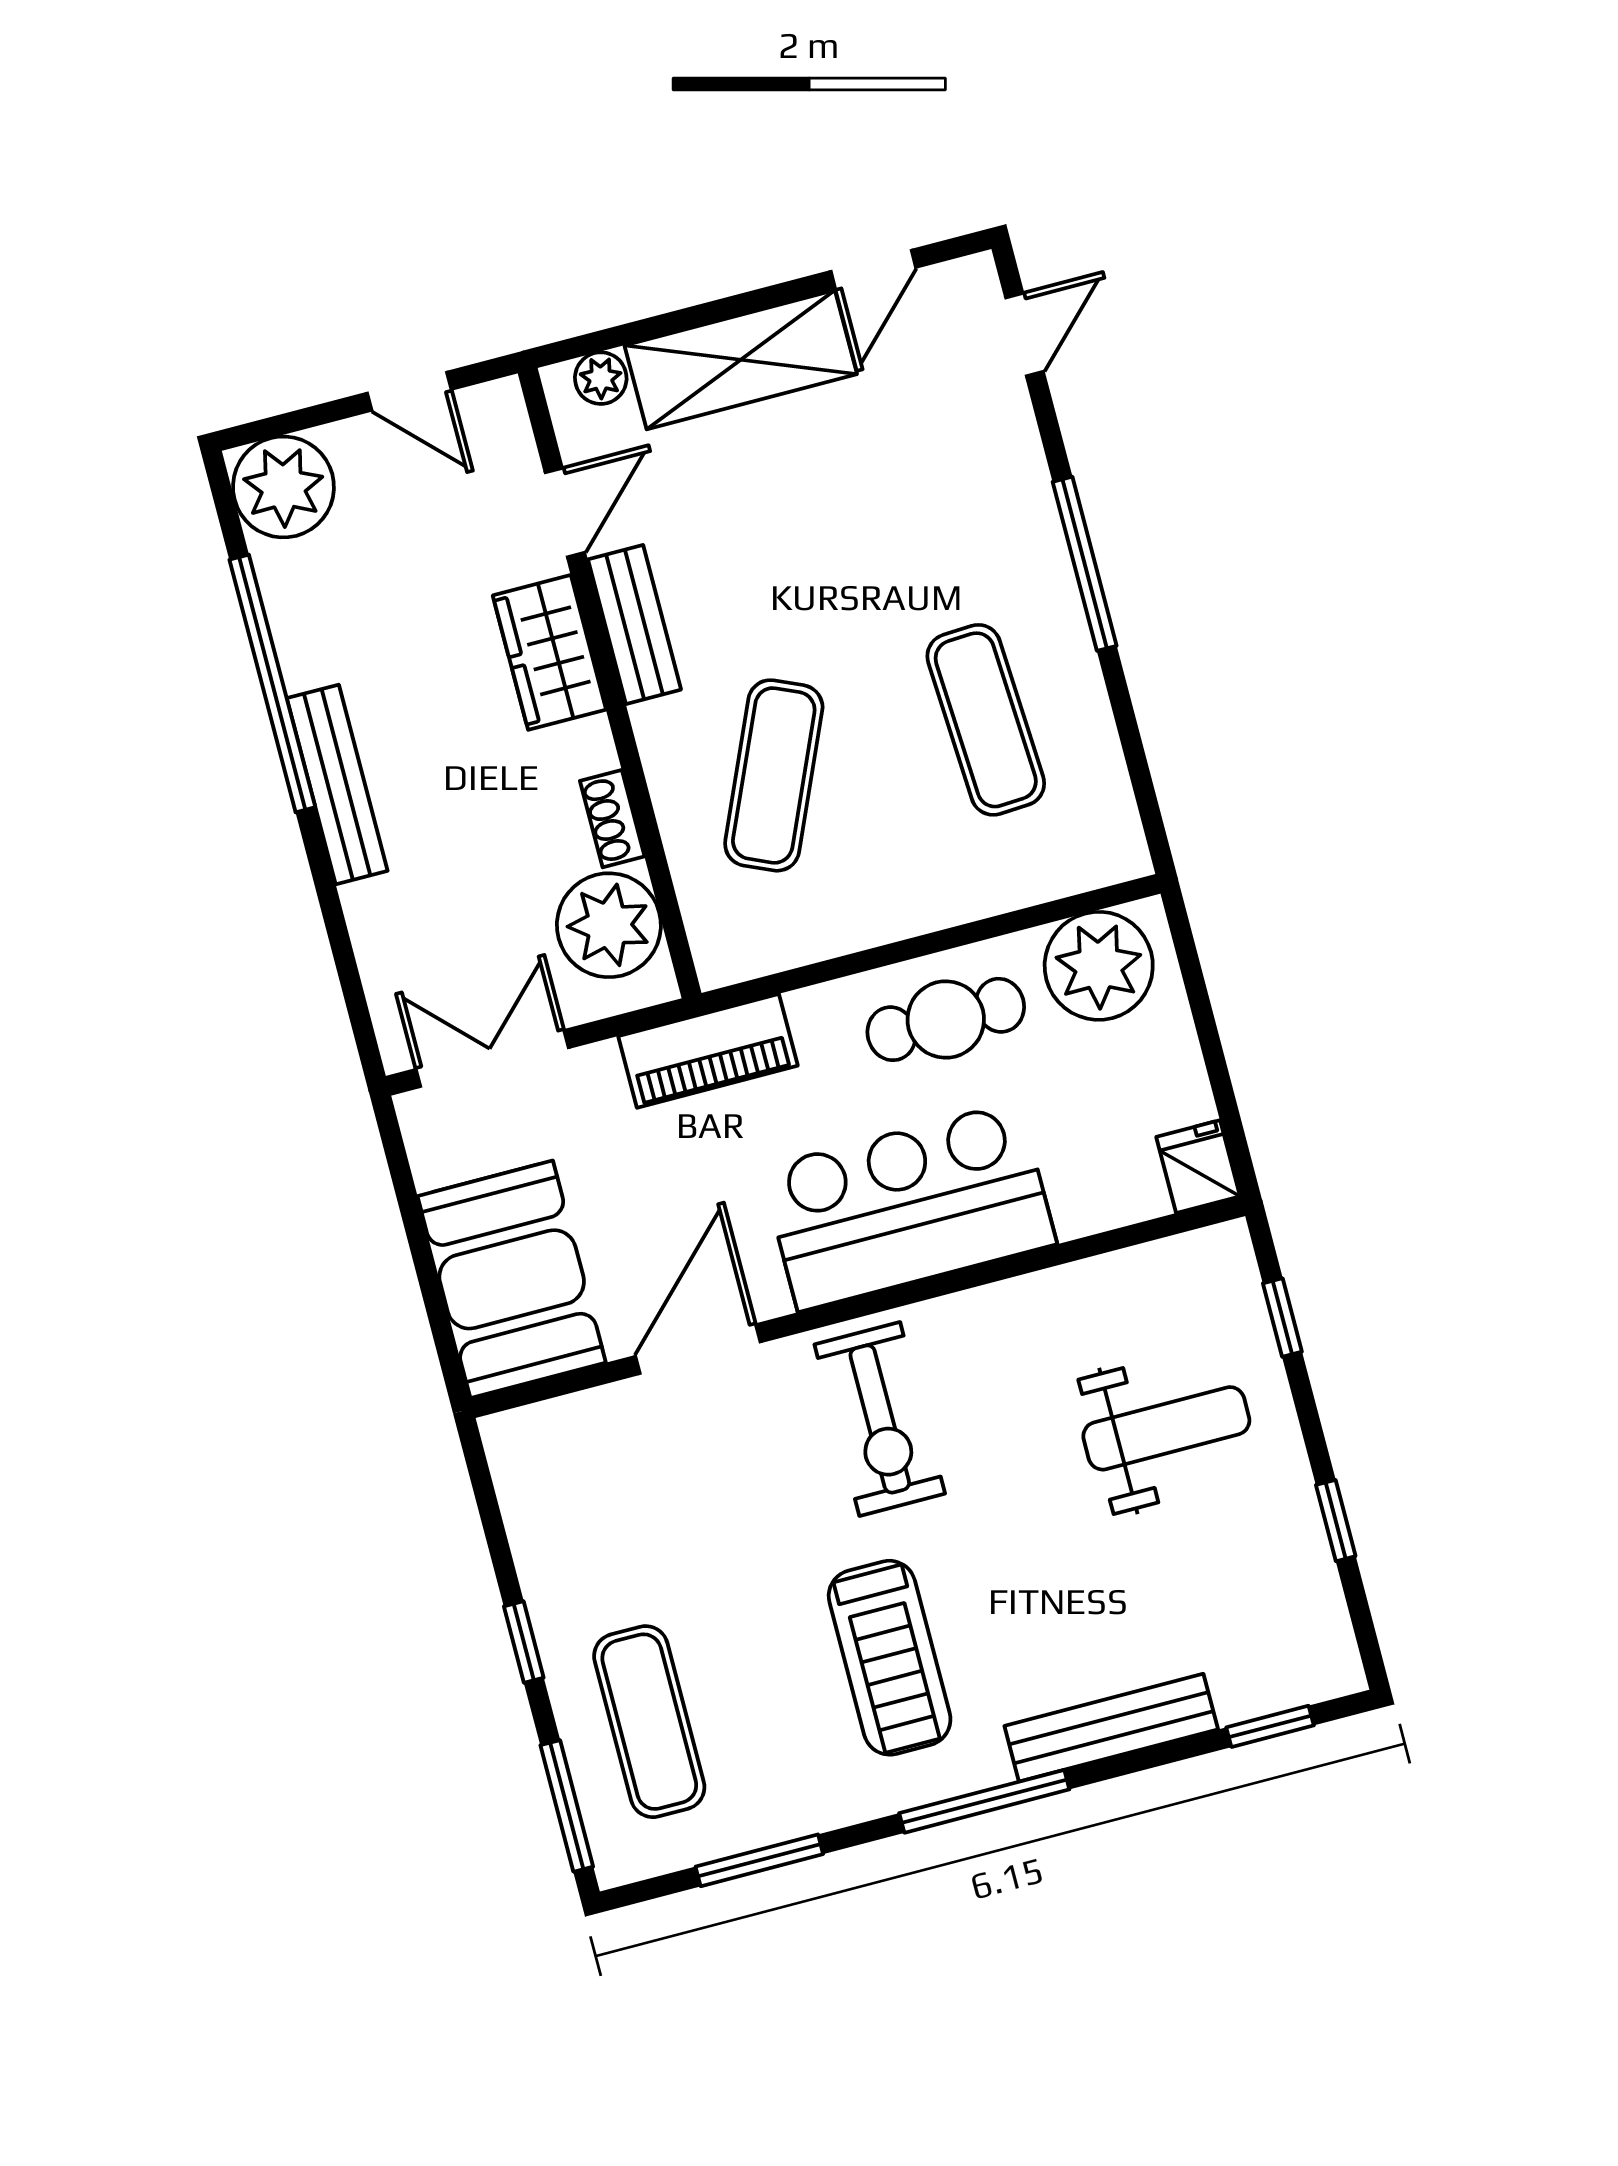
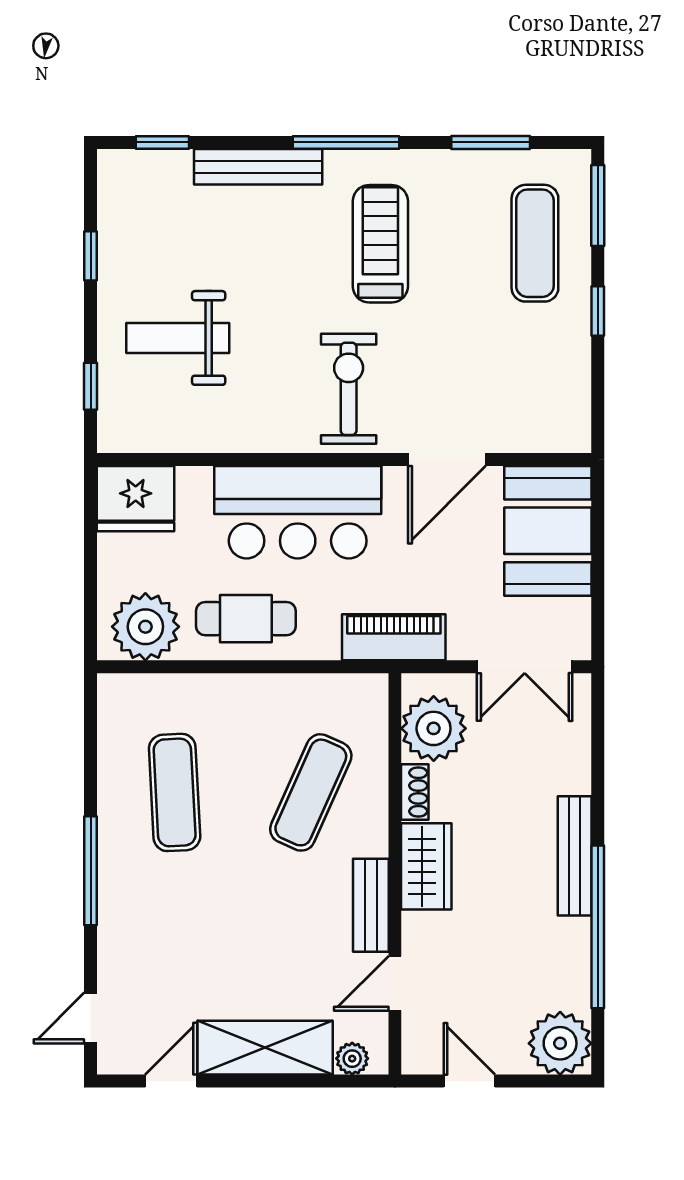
wardrobe: (549, 652) -> (426, 866), moved
fridge: (1198, 1167) -> (136, 499), width x1.88, depth x1.34

